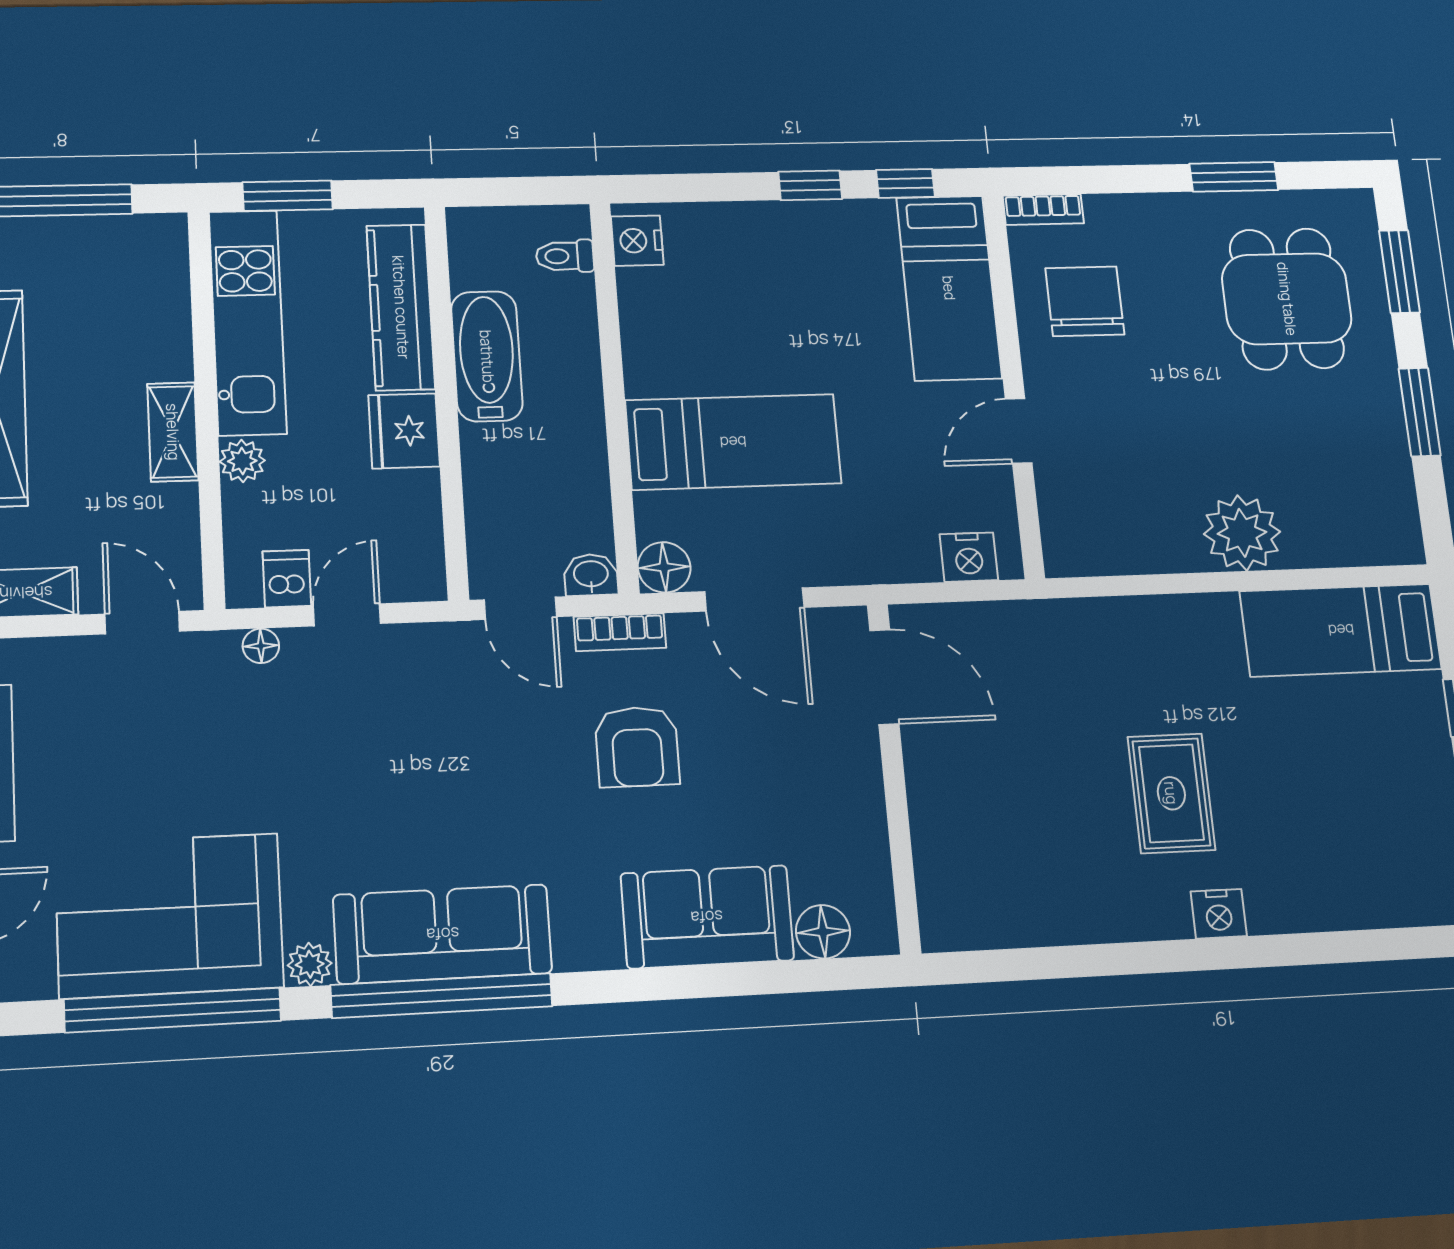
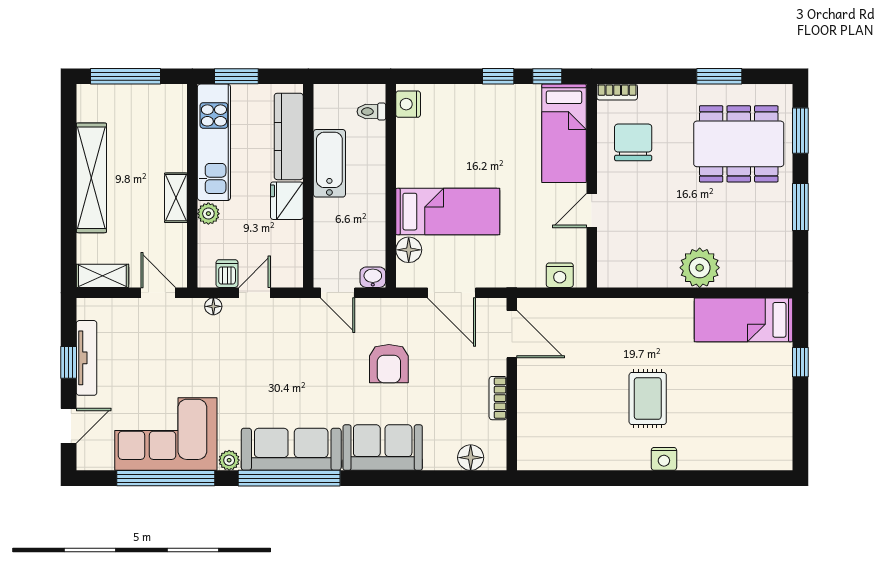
dining table: (1287, 299) -> (739, 144), width x1.38
floor lamp: (664, 567) -> (409, 250), moved
bookcase: (620, 632) -> (498, 398), moved, turned 90
sofa: (707, 917) -> (383, 448), moved

